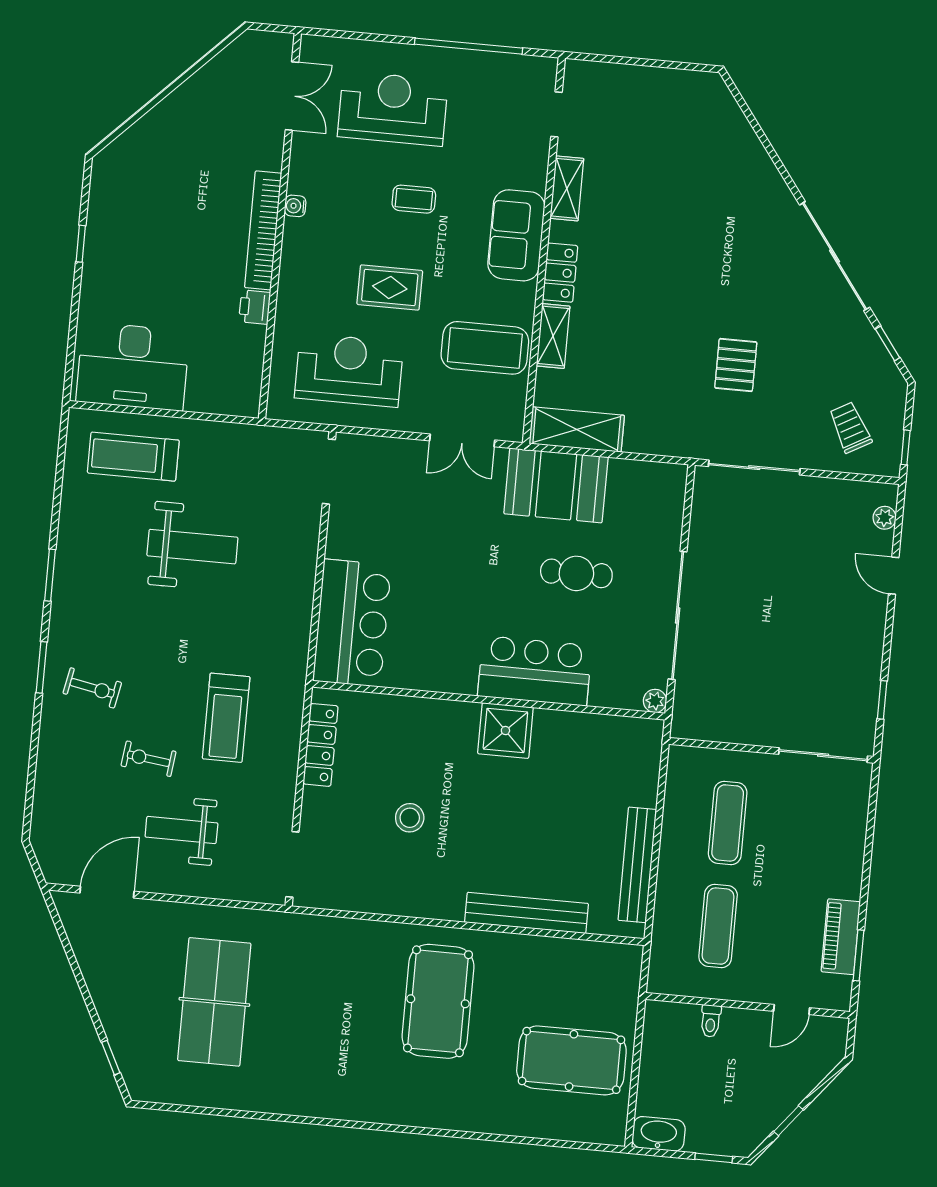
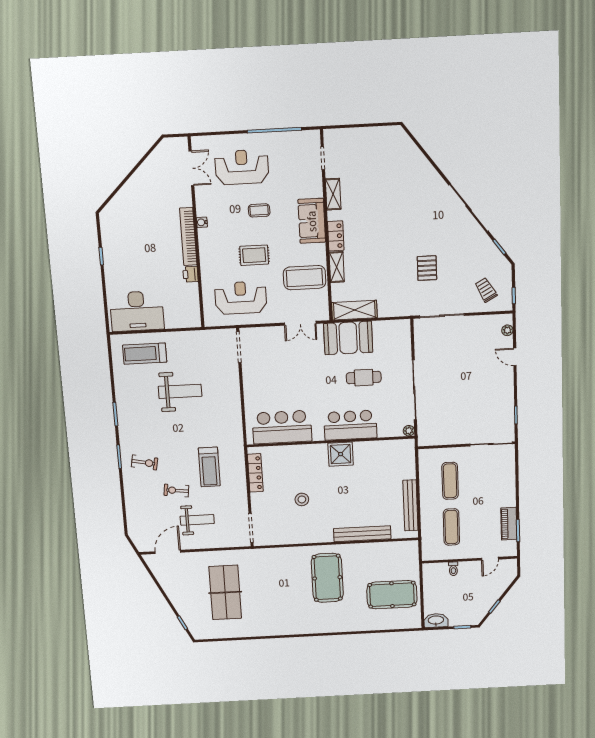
bar counter: (352, 623) -> (282, 427), moved, turned -90
weight bench: (181, 830) -> (197, 520), turned 180

